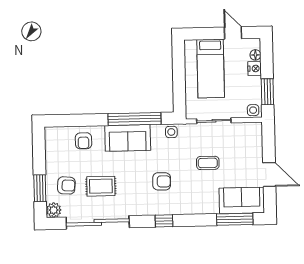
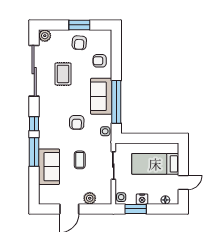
nightstand: (255, 69) -> (142, 199), moved
plant: (255, 149) -> (90, 198), added
armchair: (162, 181) -> (77, 122), moved
armchair: (66, 185) -> (79, 43), moved
window: (40, 188) -> (79, 25), moved
sofa: (242, 200) -> (49, 167), moved
window: (235, 219) -> (34, 152), moved

